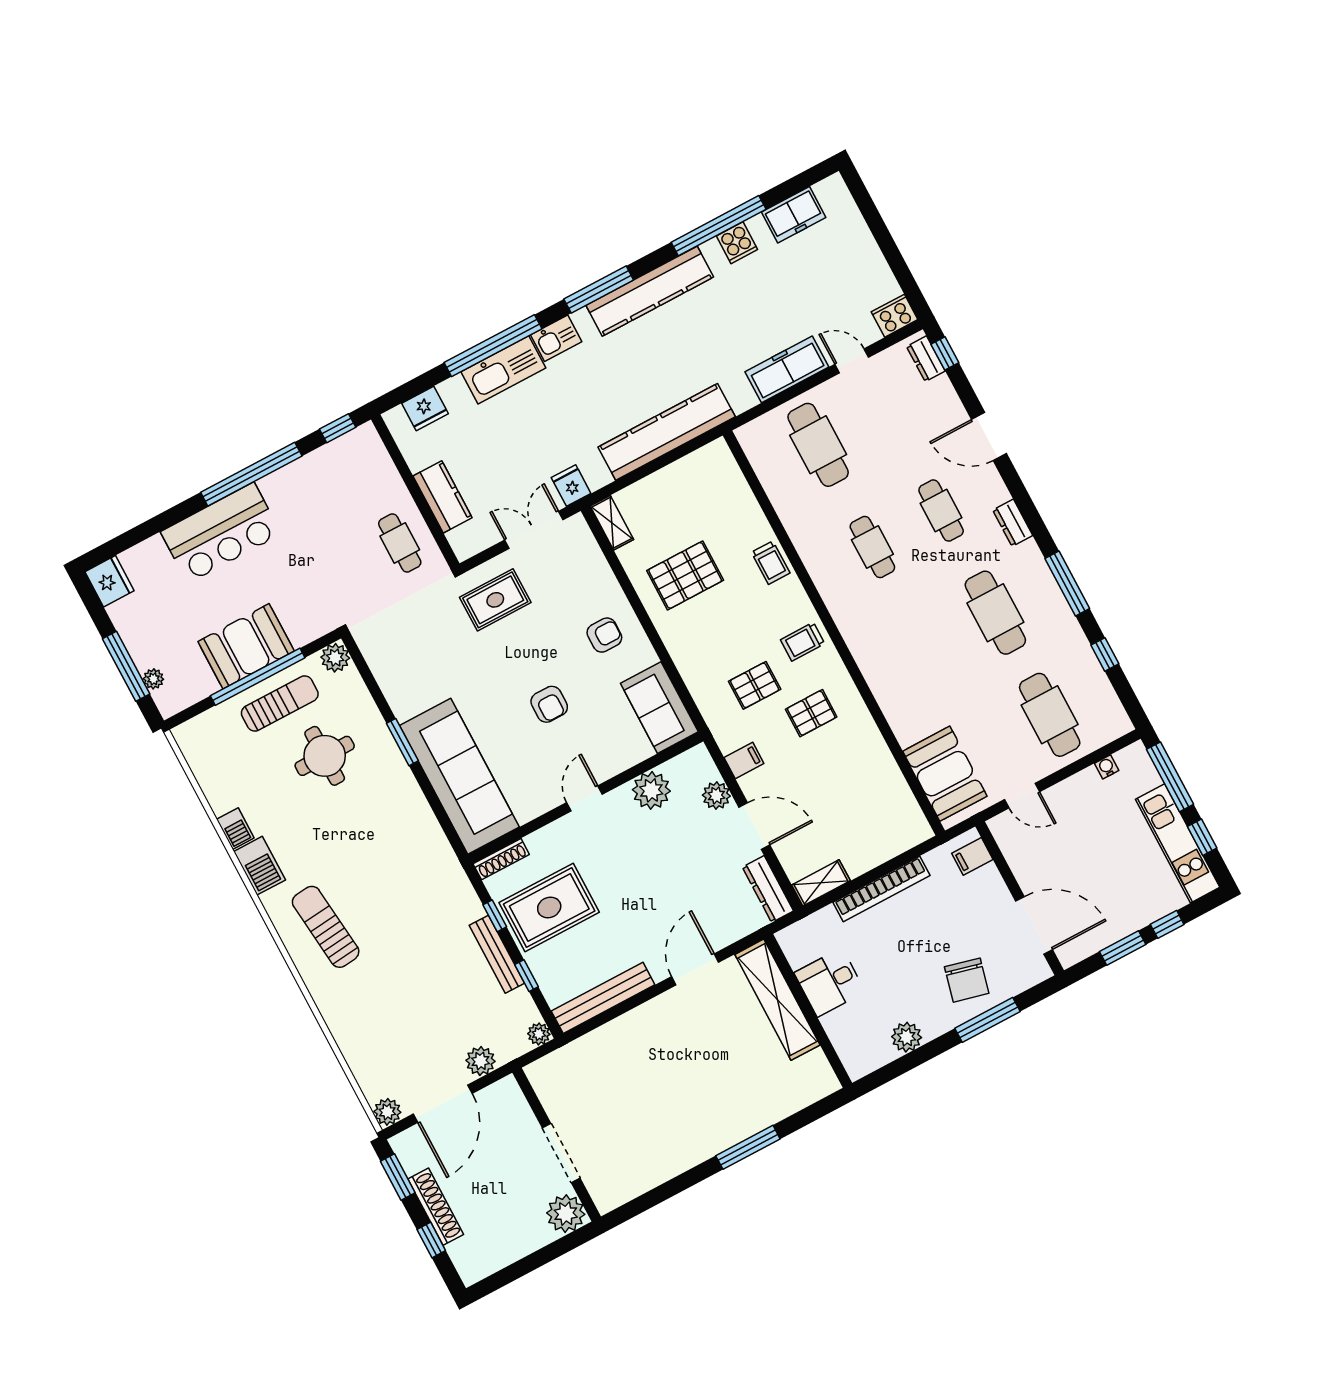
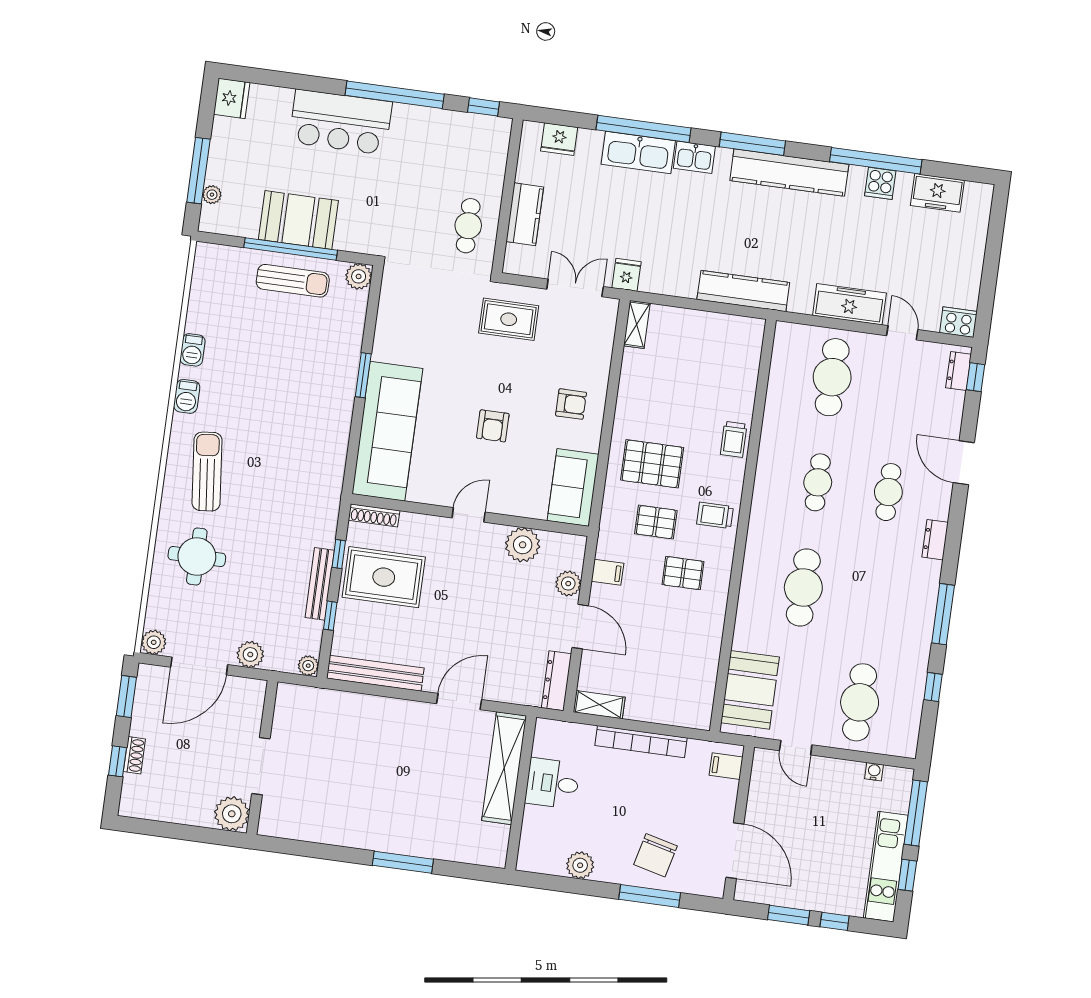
kitchen counter: (667, 432) -> (743, 291), width x0.72, depth x0.86
pallet: (685, 575) -> (652, 464), moved
cafe table: (995, 613) -> (803, 587), moved
round table: (325, 756) -> (197, 557), moved
barbecue: (260, 866) -> (187, 396), width x0.73, depth x0.79
shoe rack: (436, 1207) -> (134, 755), width x0.51, depth x0.81

